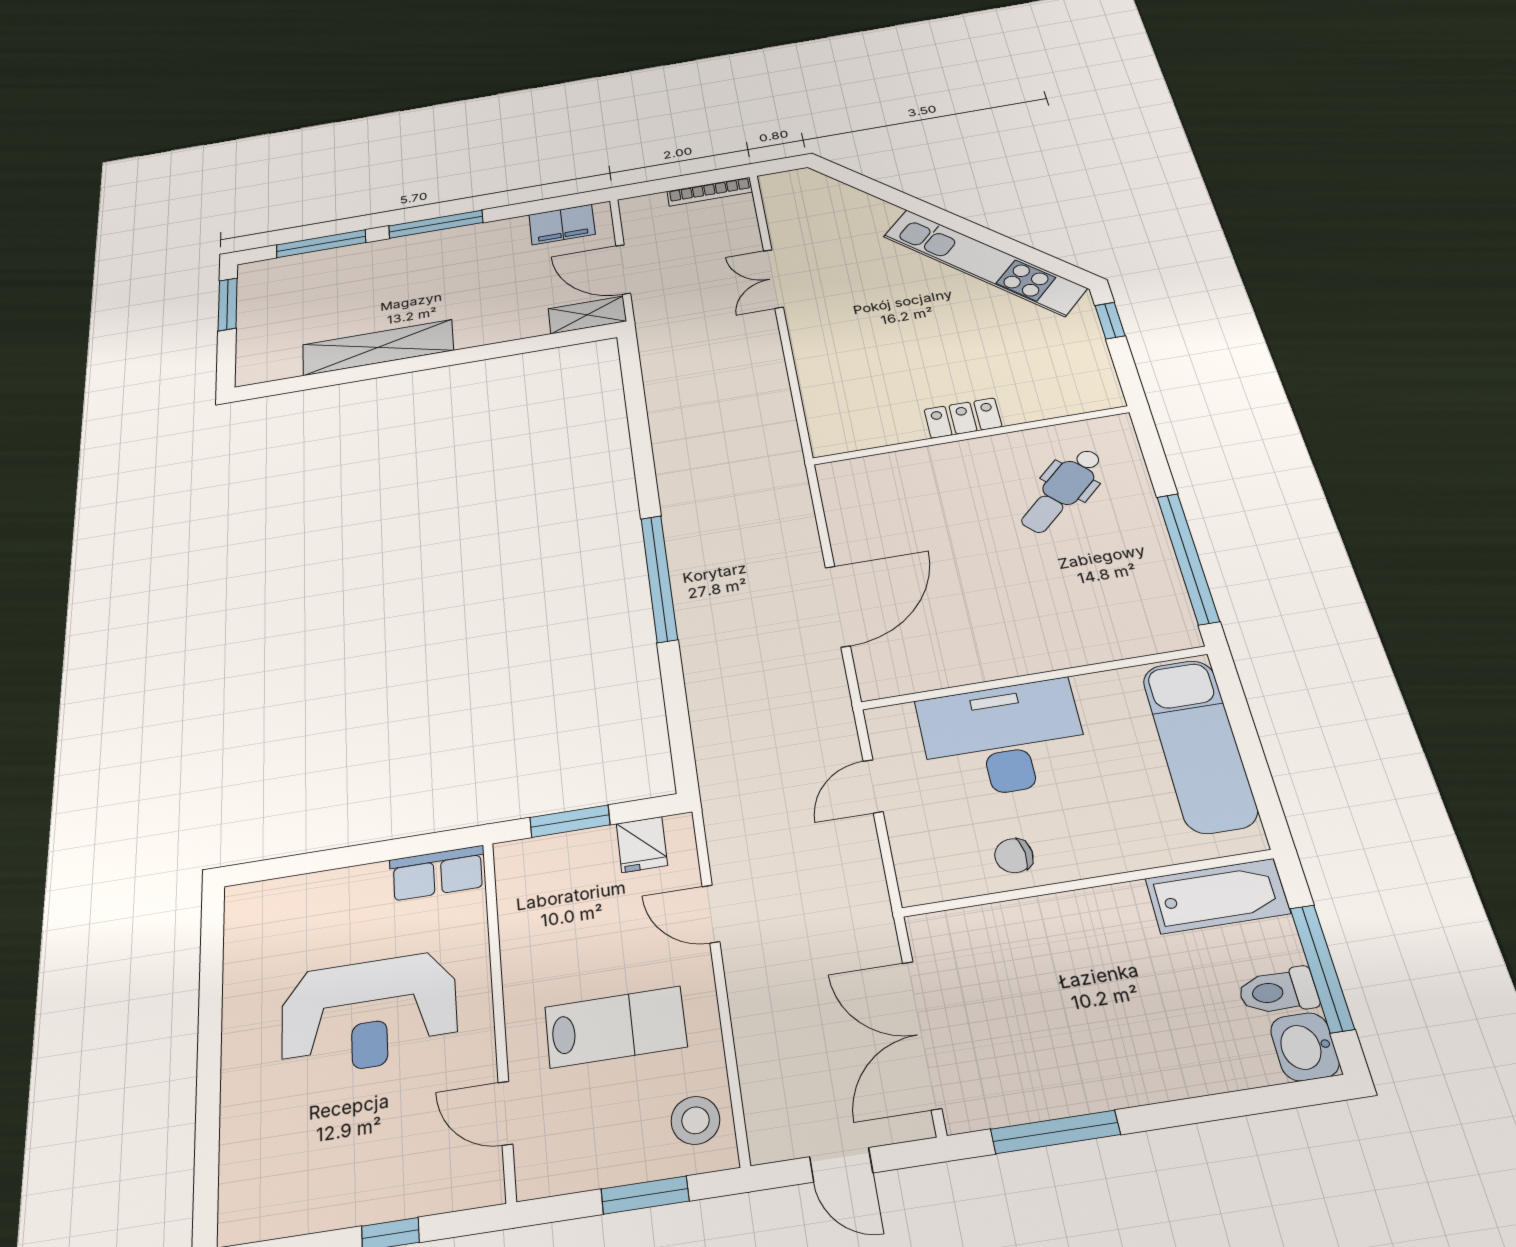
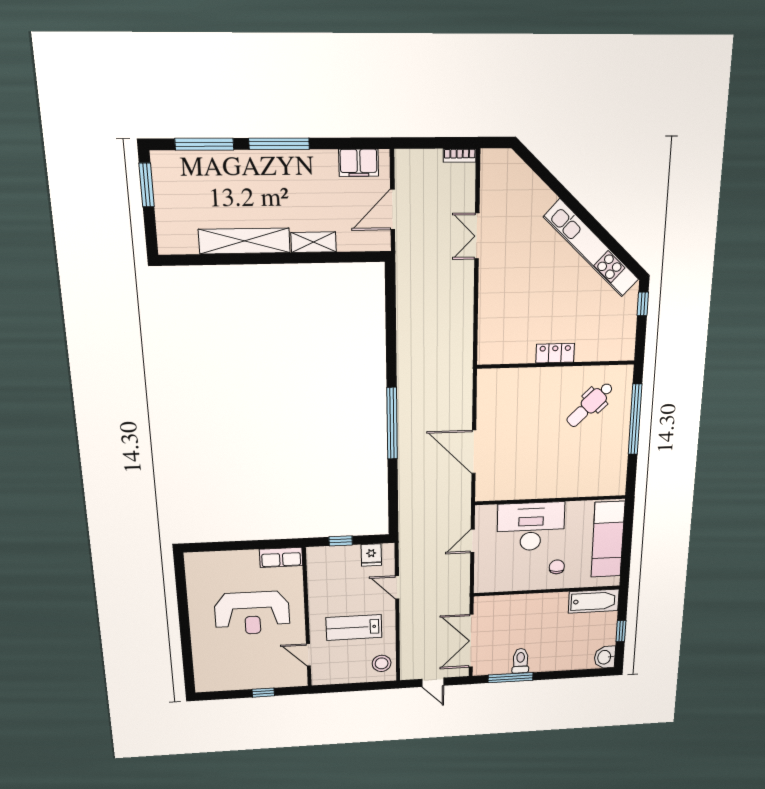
bookcase: (710, 192) -> (460, 155), width x0.64
door: (623, 269) -> (393, 210), hinge flipped
shelving: (587, 315) -> (314, 242), moved
window: (1188, 558) -> (635, 419), moved
door: (838, 606) -> (474, 452), swing flipped
window: (570, 821) -> (341, 541), width x0.67
chair: (1014, 856) -> (557, 567), moved, turned 99
window: (1322, 968) -> (621, 631), width x0.46
toilet: (1278, 991) -> (521, 661), moved, turned 90
lab bench: (616, 1027) -> (354, 627), turned 180
window: (645, 1195) -> (360, 687), removed

